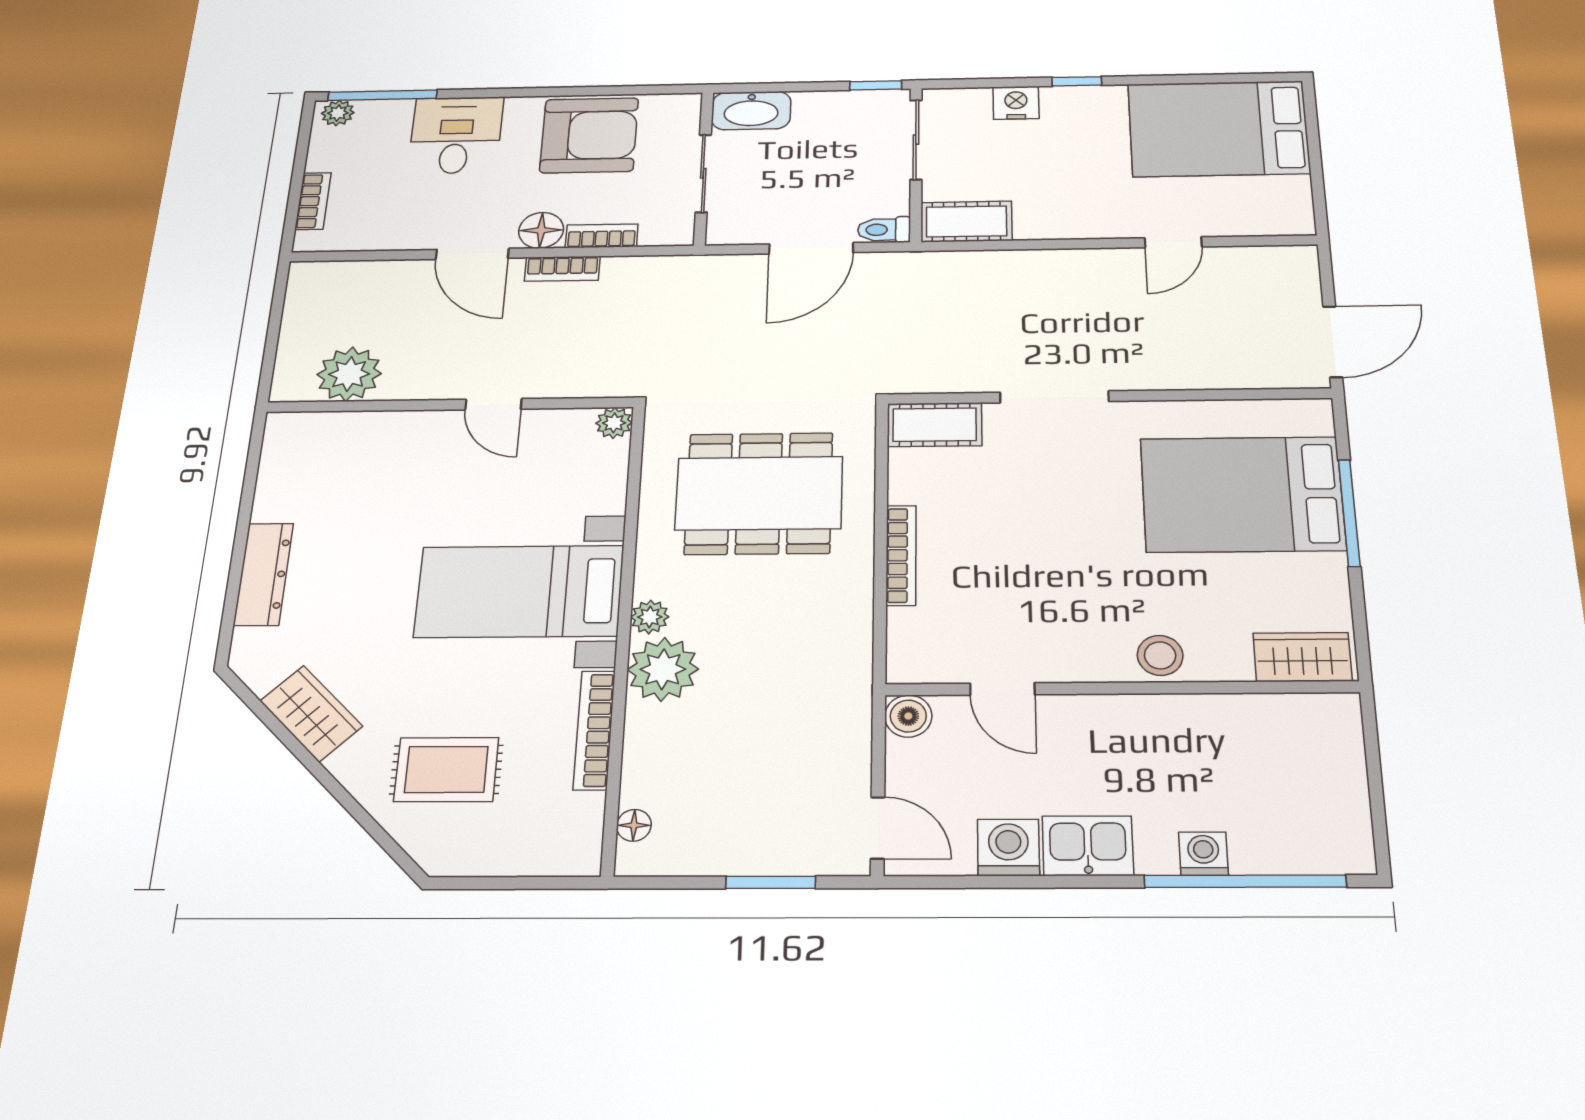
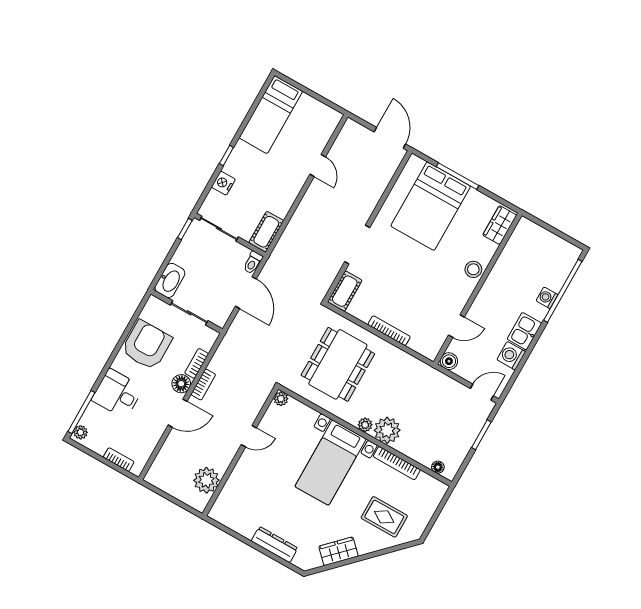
bed: (1218, 129) -> (271, 115), width x0.67
rug: (446, 769) -> (384, 517), turned 90

